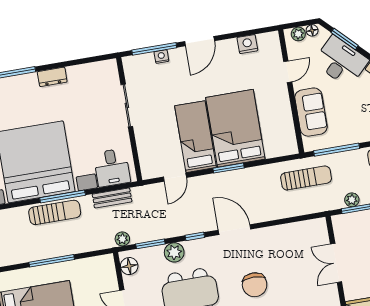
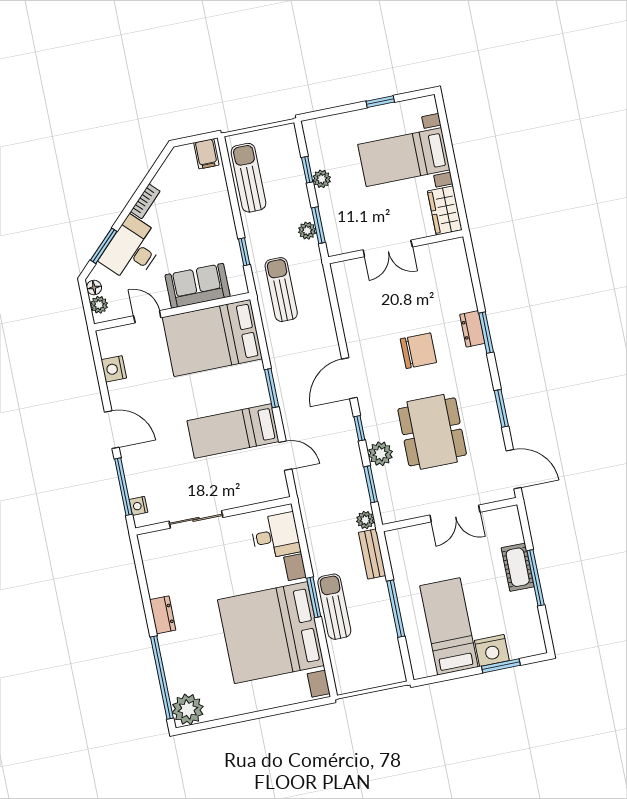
nightstand: (161, 56) -> (138, 506), moved
bed: (235, 128) -> (212, 338), moved
window: (337, 150) -> (244, 252), width x0.46
window: (63, 196) -> (314, 597), width x0.69
bench: (112, 198) -> (372, 554), moved
floor lamp: (129, 266) -> (399, 510), removed

